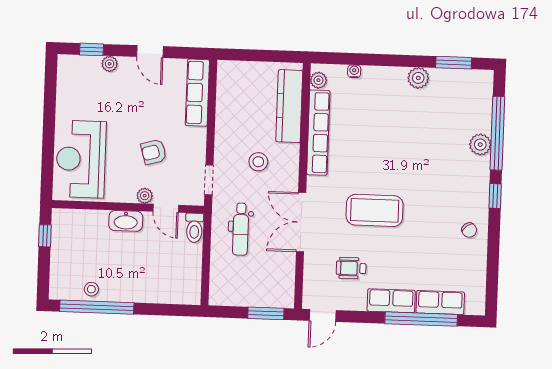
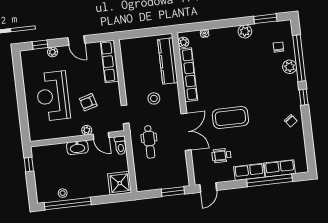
chair: (467, 111) -> (278, 47), added
reception desk: (81, 159) -> (53, 96), moved
double door: (301, 222) -> (186, 132), swing flipped
shower: (184, 287) -> (120, 183), added

